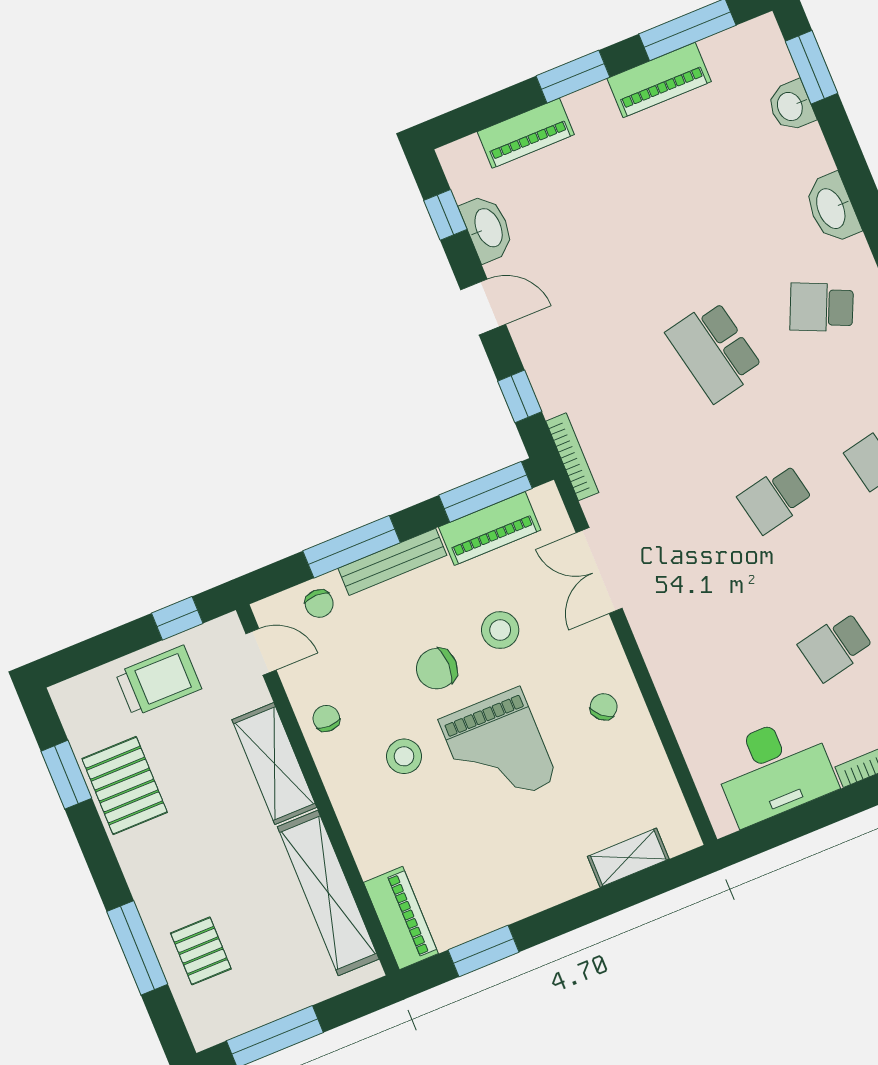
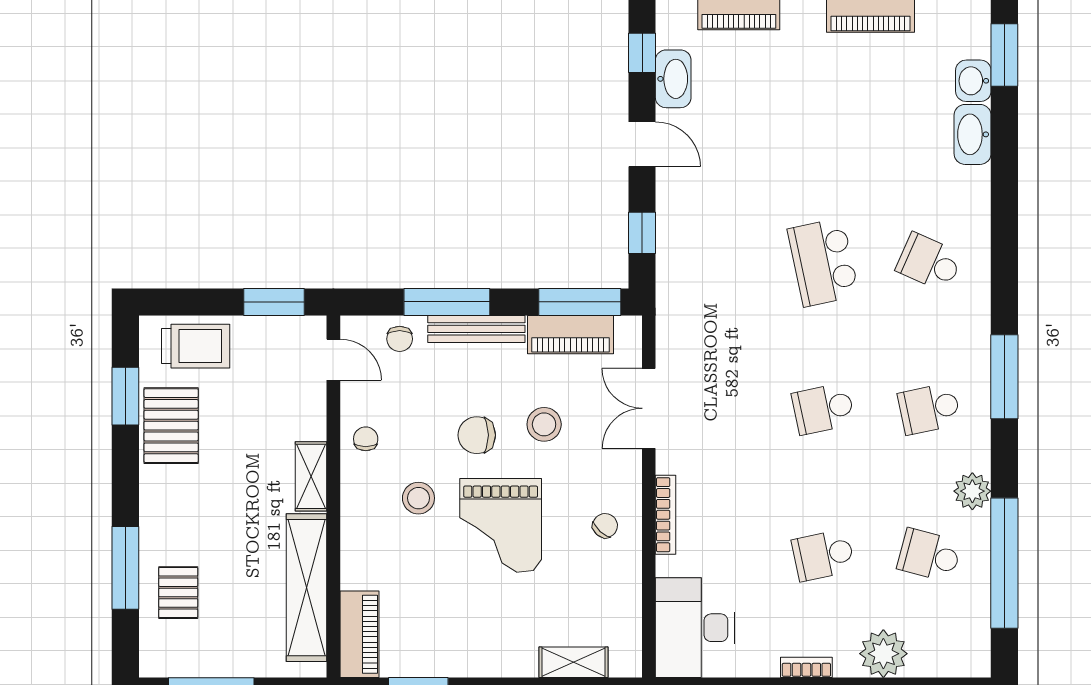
washbasin: (832, 208) -> (973, 134), moved
bookcase: (572, 457) -> (666, 515), moved
window: (177, 618) -> (274, 302), width x1.50
trolley: (158, 681) -> (196, 346), moved
shelving: (274, 763) -> (311, 476), width x0.67, depth x0.75
desk: (774, 770) -> (695, 628), moved, turned 90

